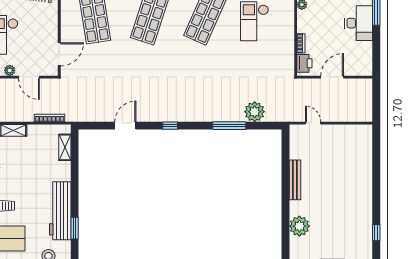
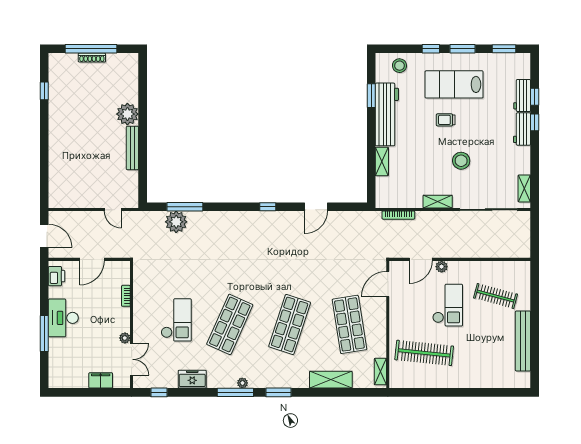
printer: (304, 63) -> (57, 276), moved, turned 180
door: (29, 77) -> (421, 259), swing flipped
door: (376, 99) -> (44, 236), added
window: (229, 126) -> (185, 207), moved
shelving: (65, 147) -> (382, 161), moved
plant: (299, 226) -> (127, 114), moved

